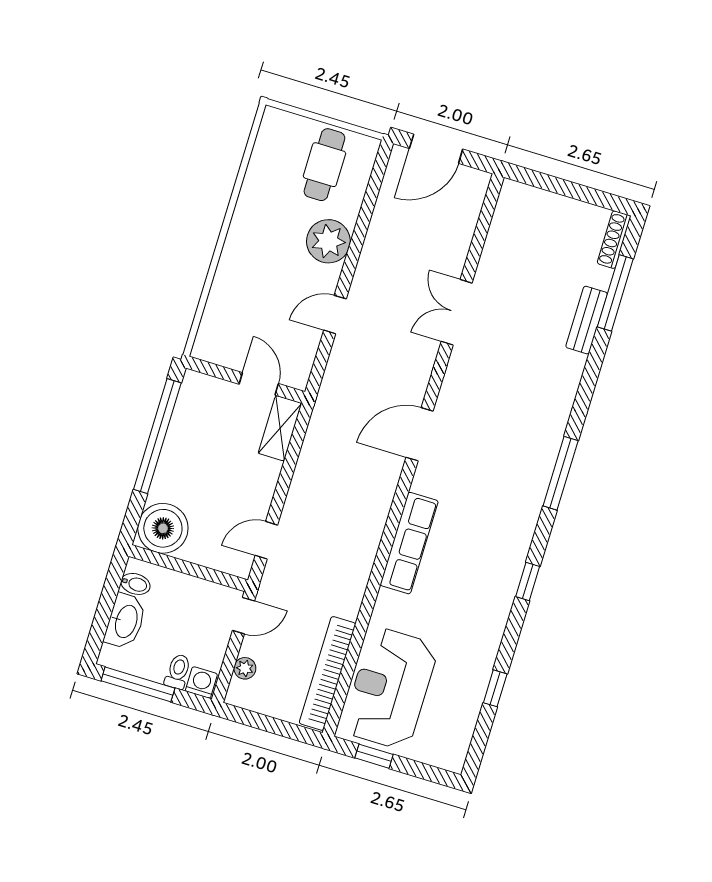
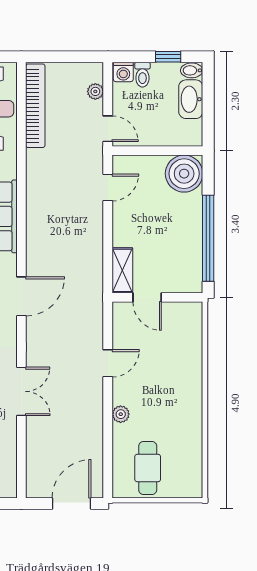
plant: (328, 241) -> (121, 414), width x0.53, depth x0.53
bidet: (135, 584) -> (192, 70), moved
door: (243, 616) -> (108, 129), swing flipped
window: (138, 684) -> (168, 57), width x0.46

